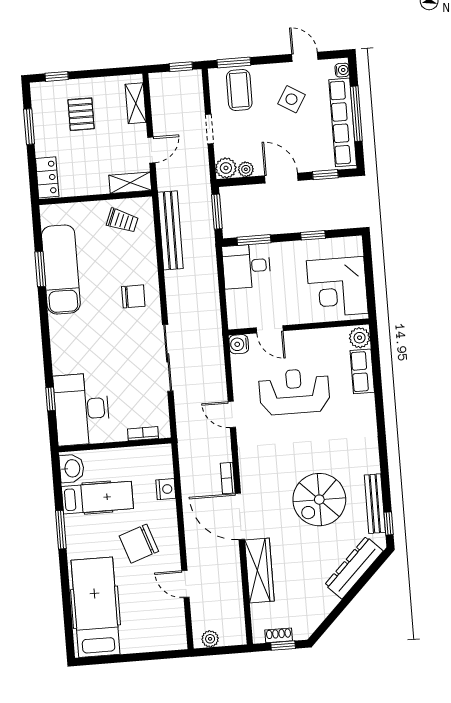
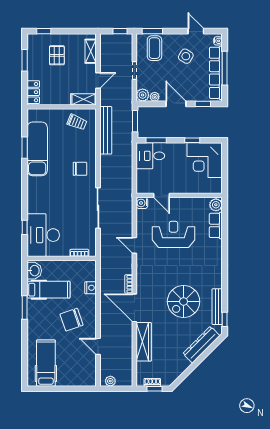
corner desk: (337, 287) -> (205, 160), moved
hospital bed: (96, 607) -> (46, 363), width x0.73, depth x0.78

